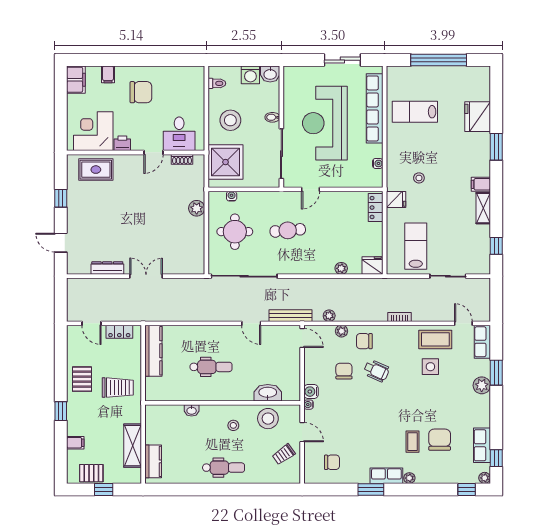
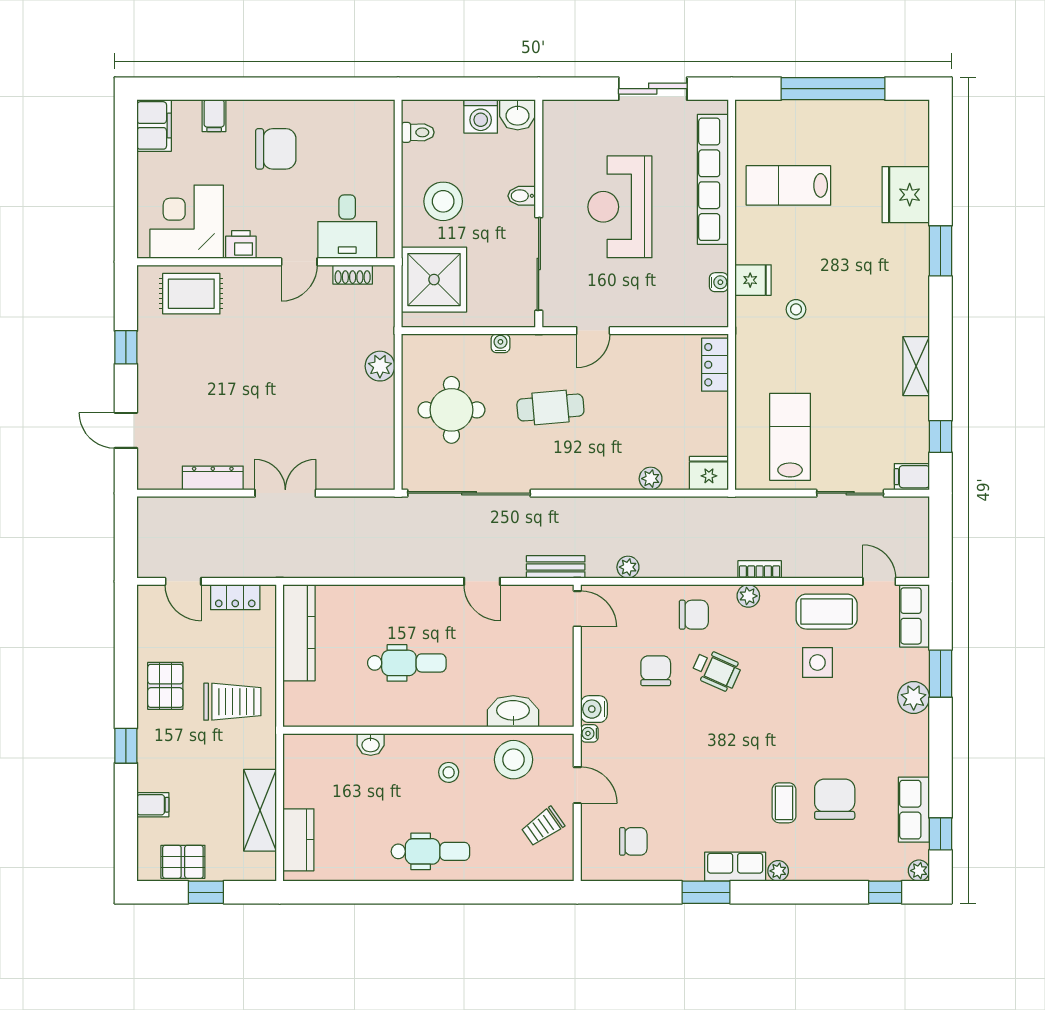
reception desk: (325, 123) -> (620, 207), width x0.74, depth x0.77
filing cabinet: (481, 184) -> (912, 477), moved
water cooler: (232, 196) -> (500, 343), moved
fridge: (396, 200) -> (753, 280), moved
bench: (291, 316) -> (556, 567), width x0.73
plant: (342, 331) -> (748, 596), moved
chair: (364, 341) -> (694, 615), turned 180

